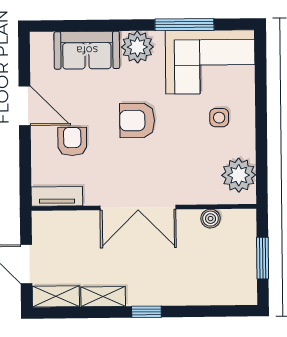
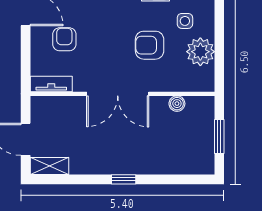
armchair: (137, 121) -> (150, 45), moved
plant: (239, 175) -> (200, 52), moved
shelving: (103, 297) -> (88, 167), removed

